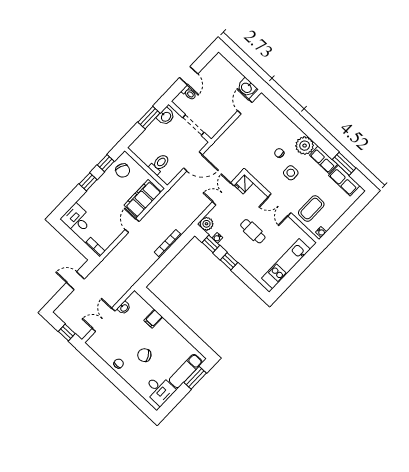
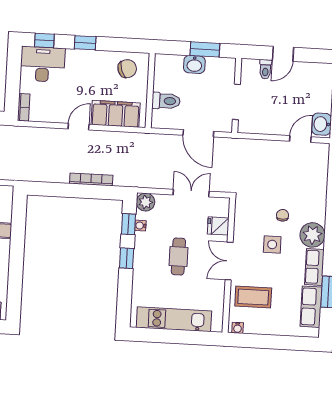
washbasin: (166, 117) -> (194, 64), moved
window: (106, 163) -> (44, 40), moved
chair: (123, 170) -> (127, 69), turned -132
fridge: (244, 184) -> (218, 226), moved
desk: (77, 219) -> (43, 64), width x1.37

